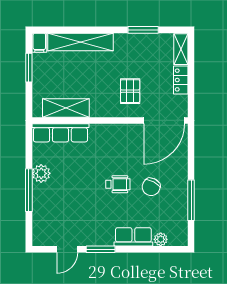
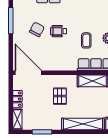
pallet: (130, 91) -> (60, 96), moved
door: (164, 120) -> (28, 73), hinge flipped
coffee table: (75, 170) -> (86, 40), added

